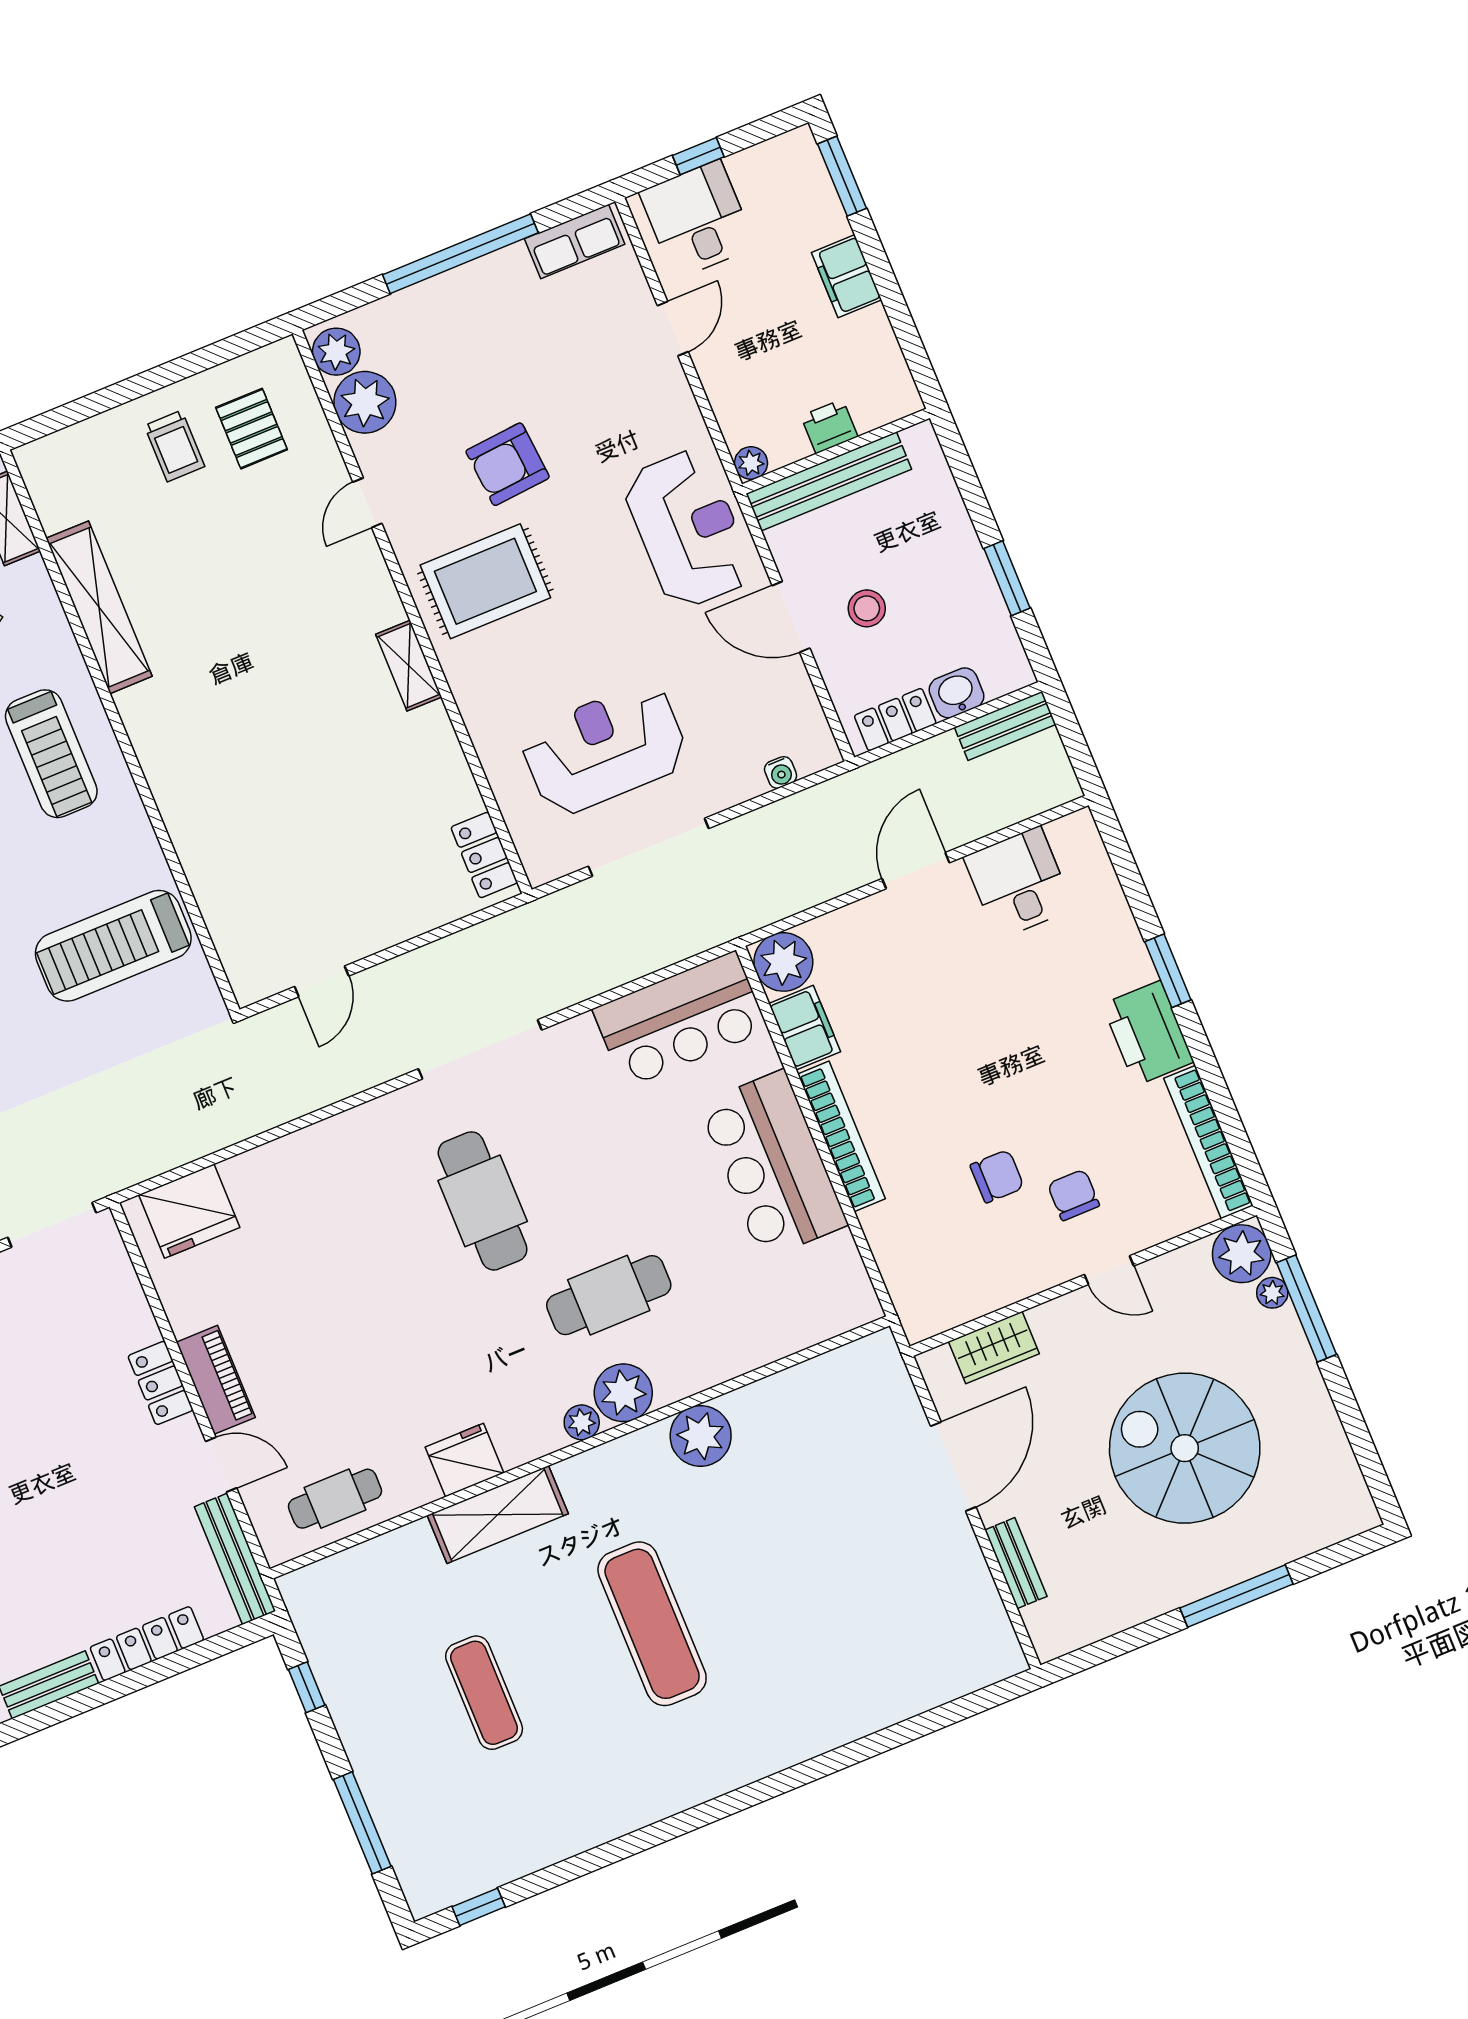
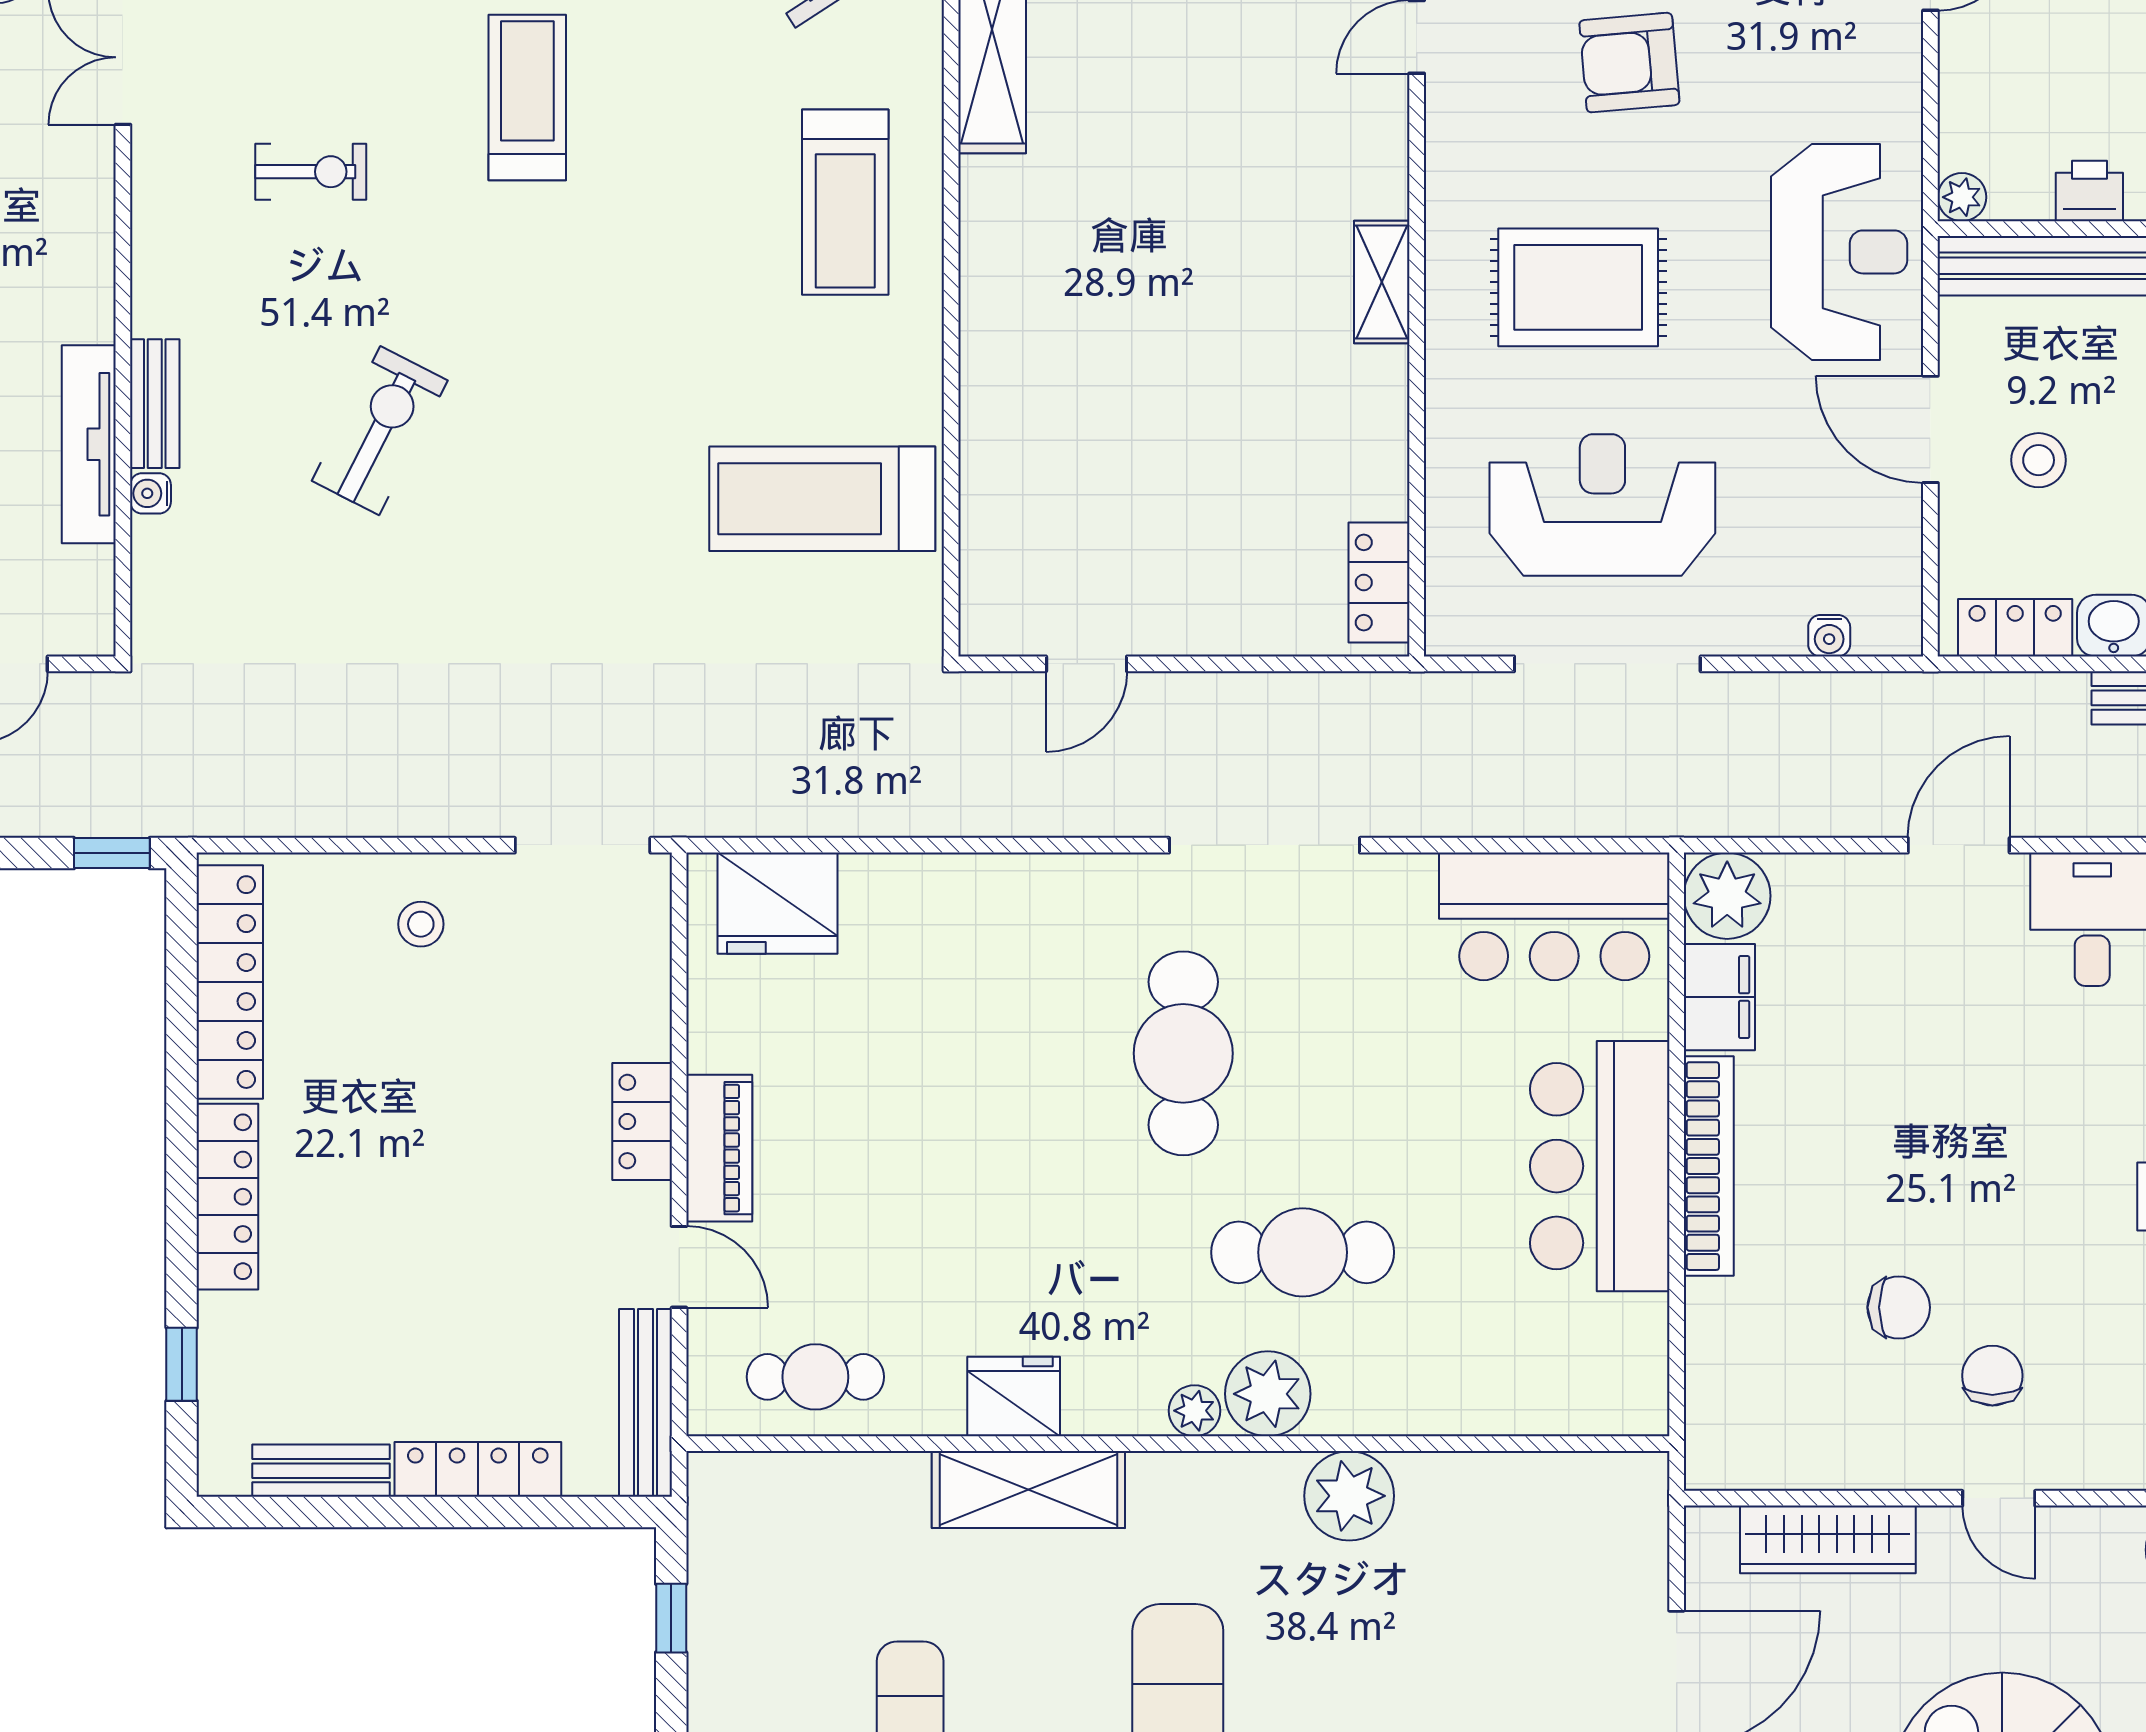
rug: (485, 581) -> (1578, 287), moved
wardrobe: (994, 1348) -> (1828, 1539), width x1.50

